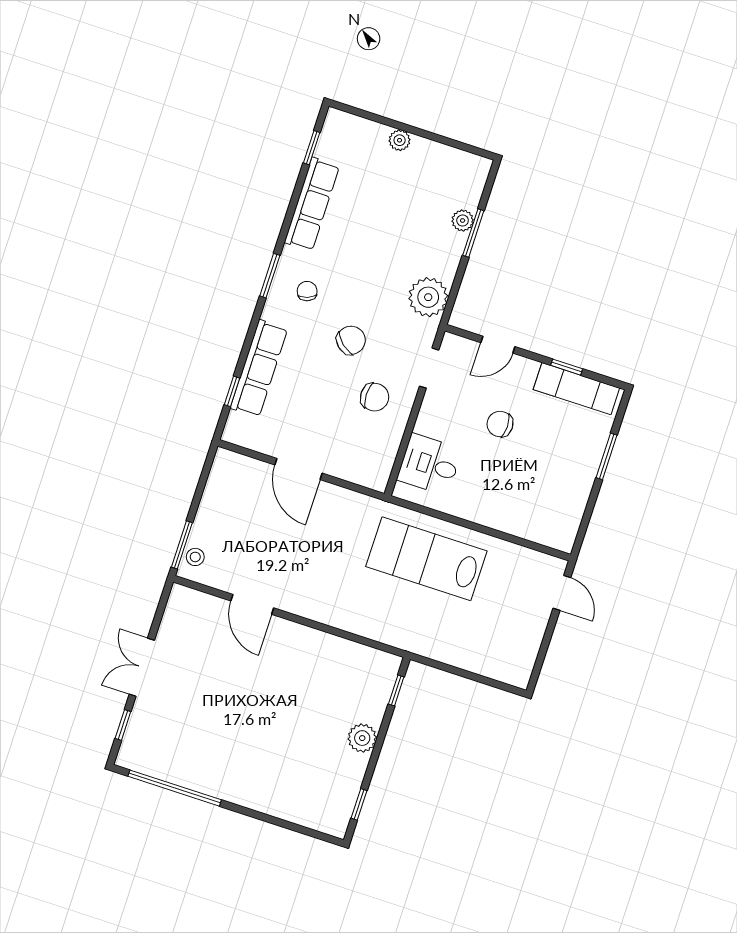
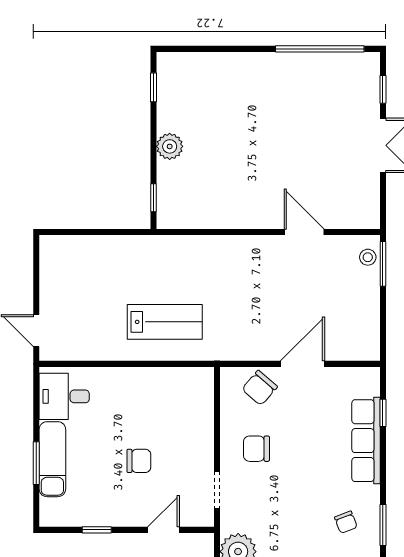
chair: (351, 340) -> (260, 388), moved
exam couch: (576, 389) -> (52, 459), moved, turned 90
desk: (429, 464) -> (64, 396), moved, turned 180
door: (299, 469) -> (302, 364), hinge flipped
lab bench: (426, 559) -> (165, 322), width x0.73, depth x0.72

